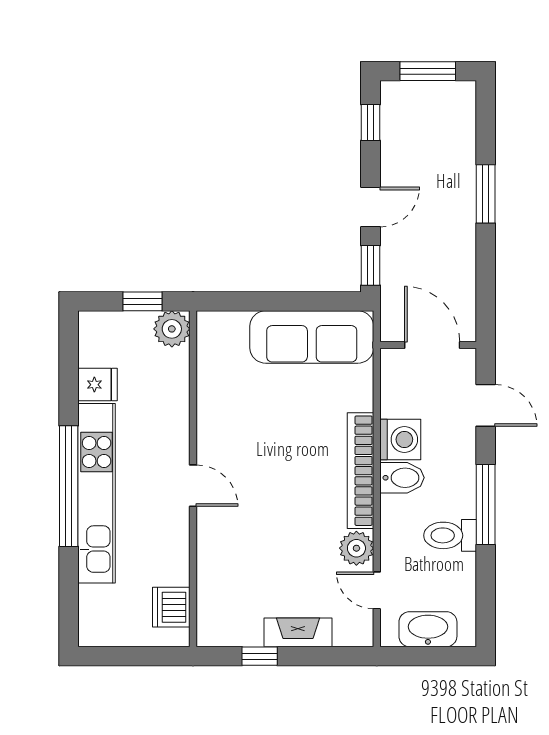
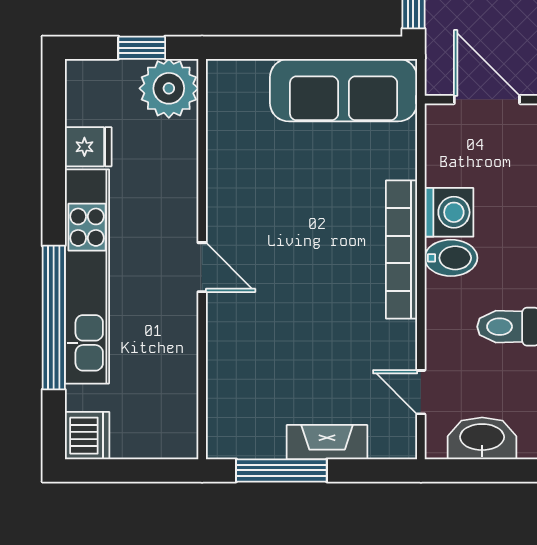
plant: (172, 329) -> (169, 88), width x1.36, depth x1.36
window: (69, 486) -> (54, 318), moved
plant: (356, 548) -> (397, 342), removed
dishwasher: (171, 607) -> (87, 436), moved, turned 180
window: (260, 656) -> (281, 470), width x2.17

